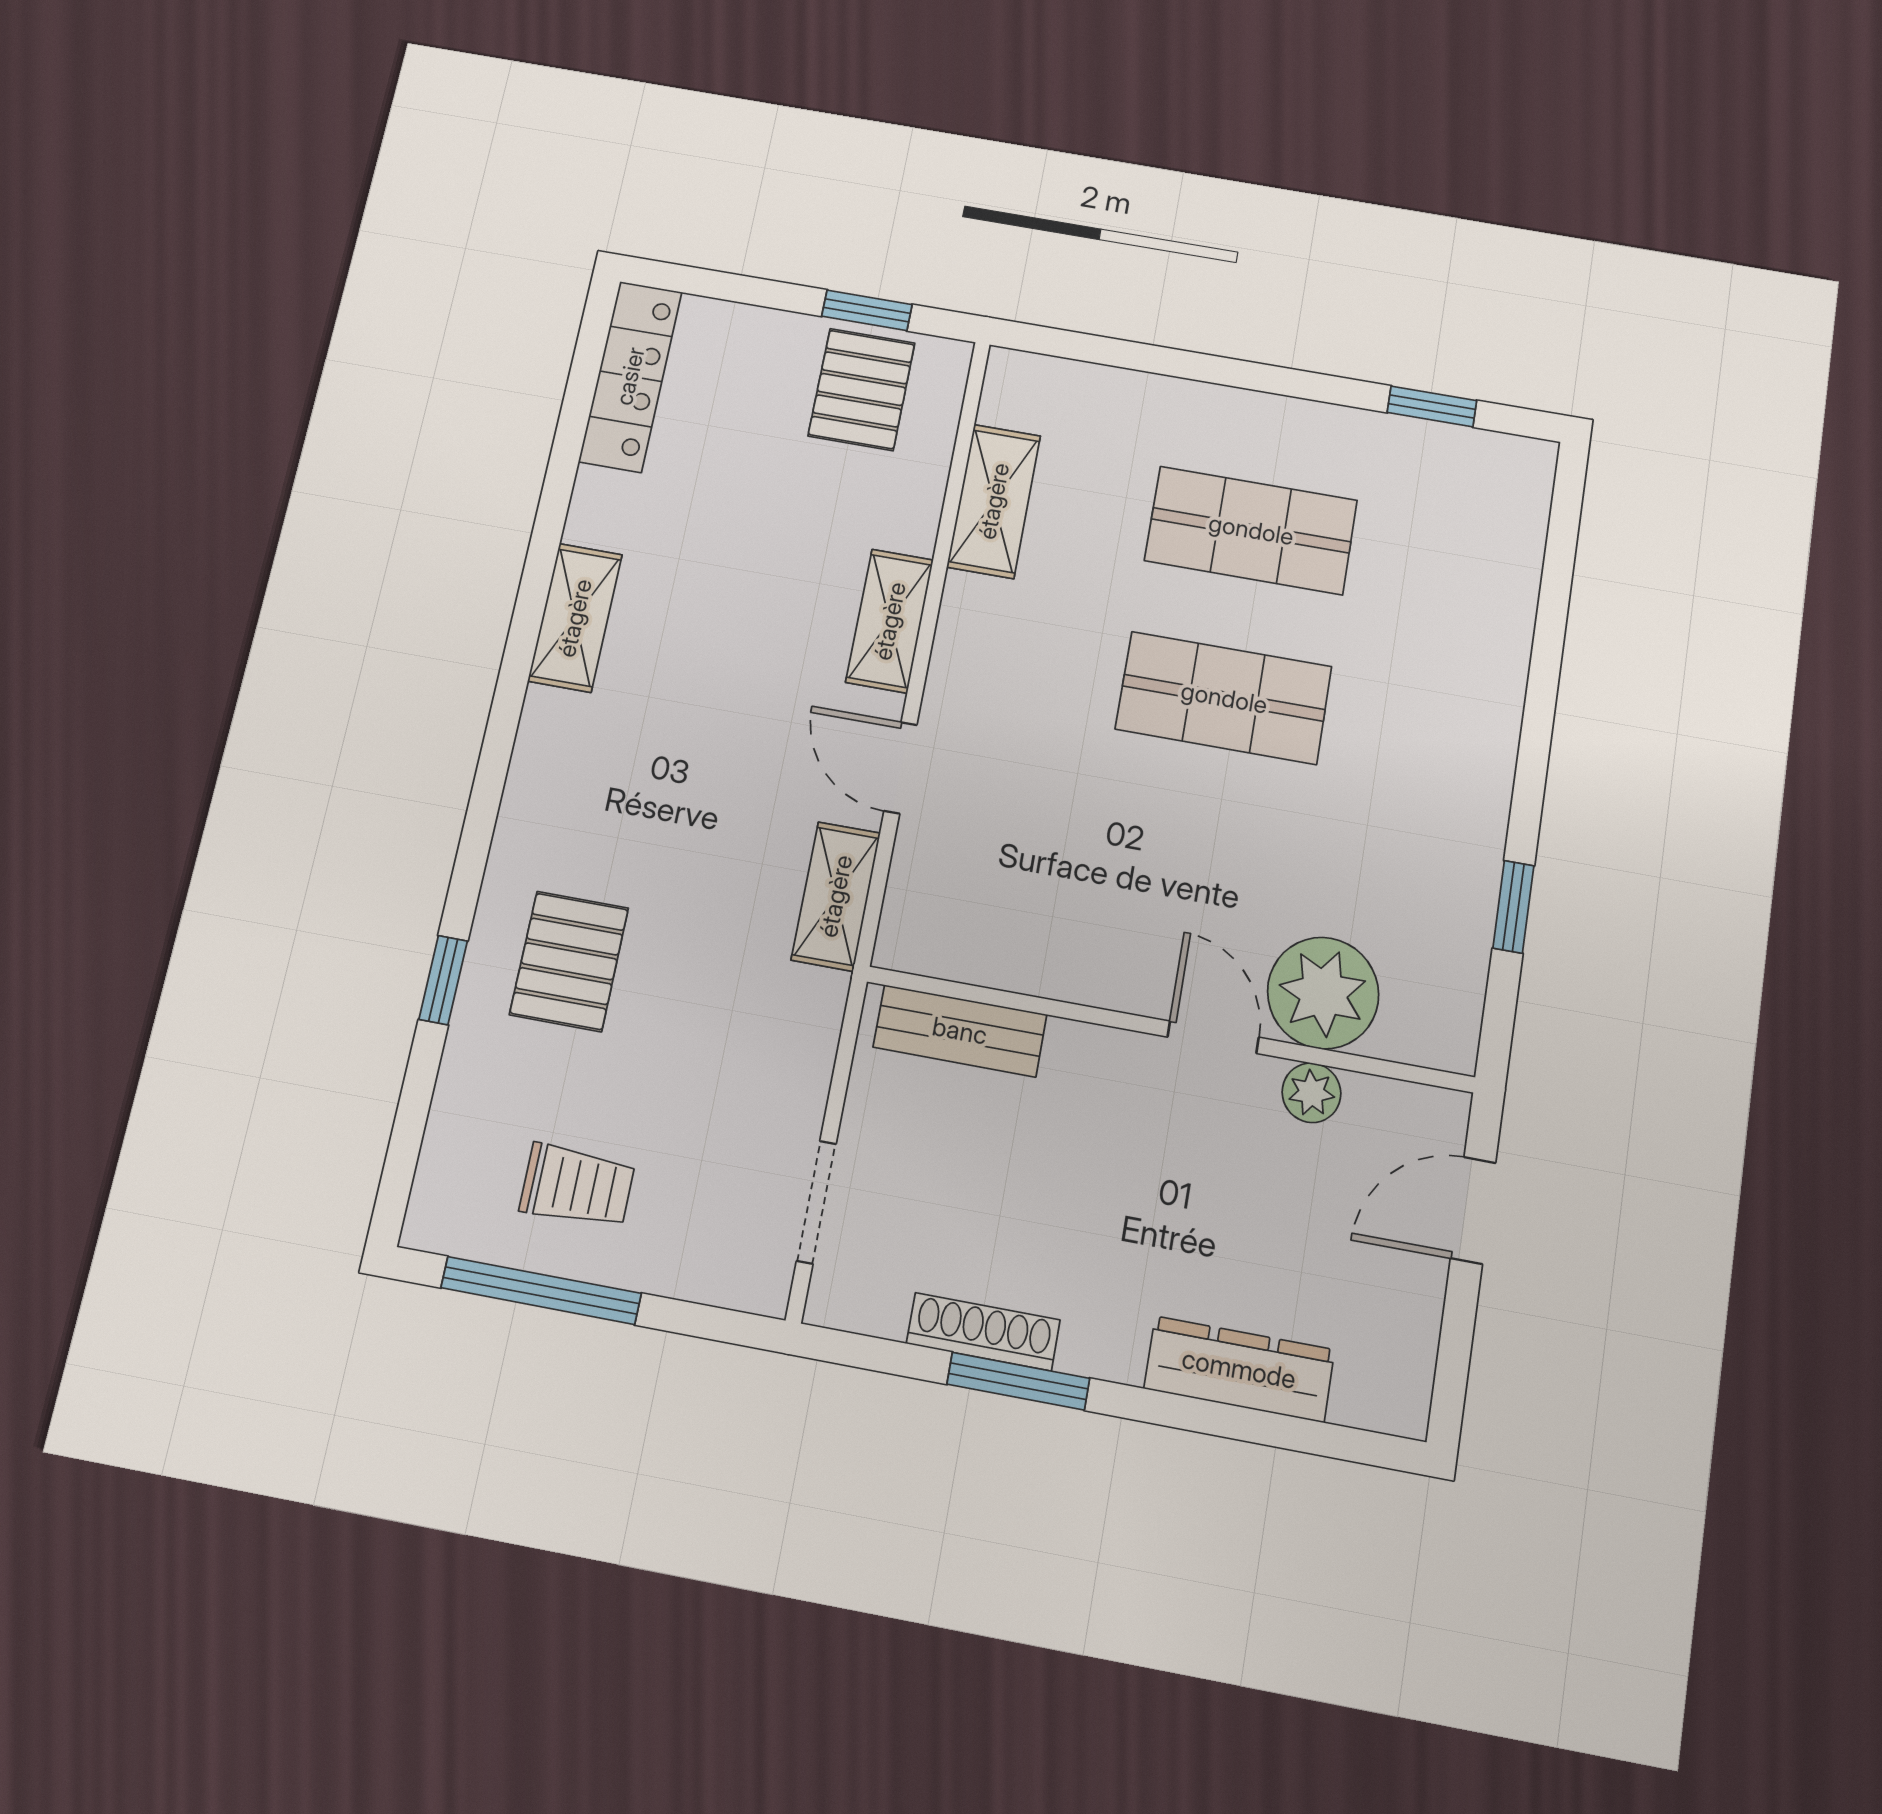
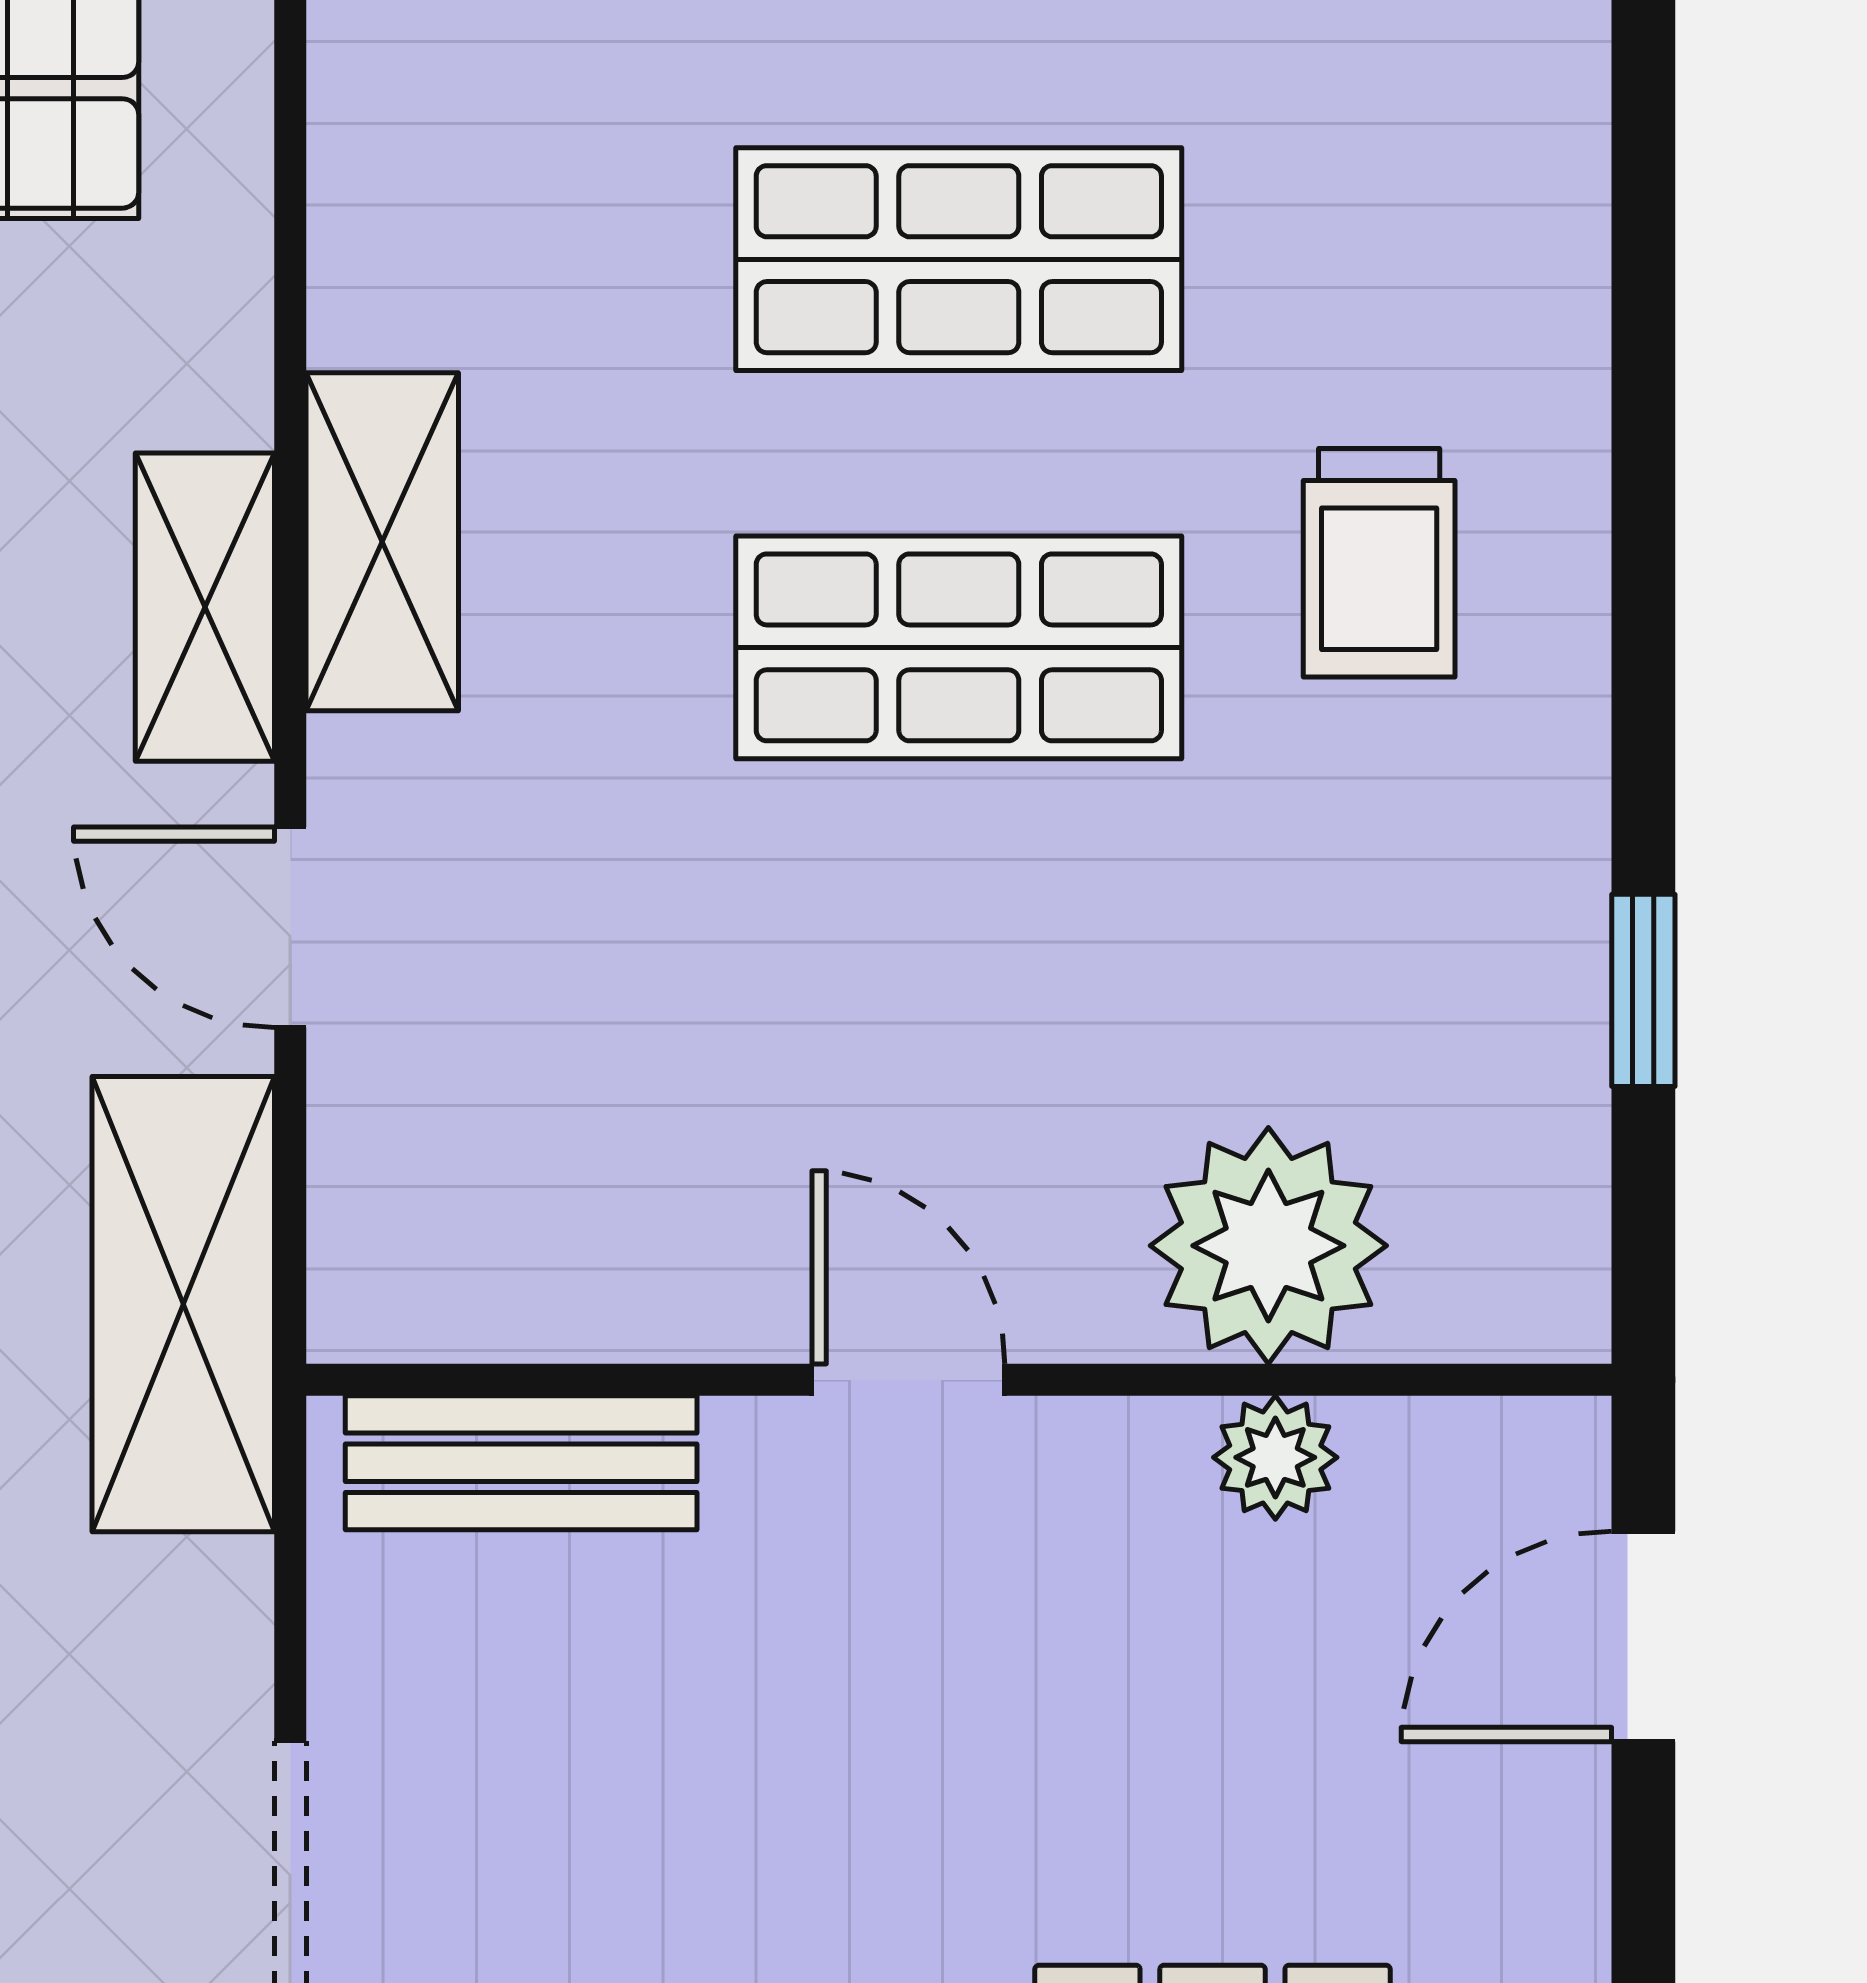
shelving: (994, 501) -> (382, 542), moved
trolley: (1419, 694) -> (1379, 563), added
shelving: (836, 896) -> (183, 1304), width x1.50, depth x1.33
door: (1213, 1037) -> (908, 1380), moved

